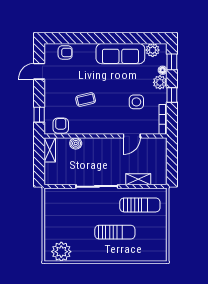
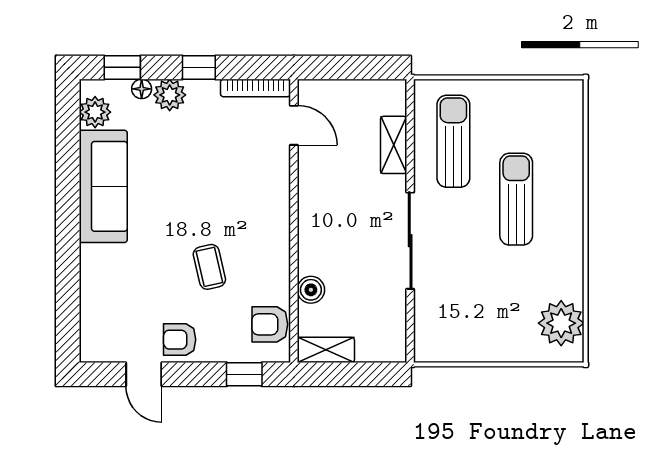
armchair: (65, 52) -> (180, 340), moved, turned -90
side table: (136, 102) -> (215, 149), removed
door: (132, 136) -> (294, 125), moved

